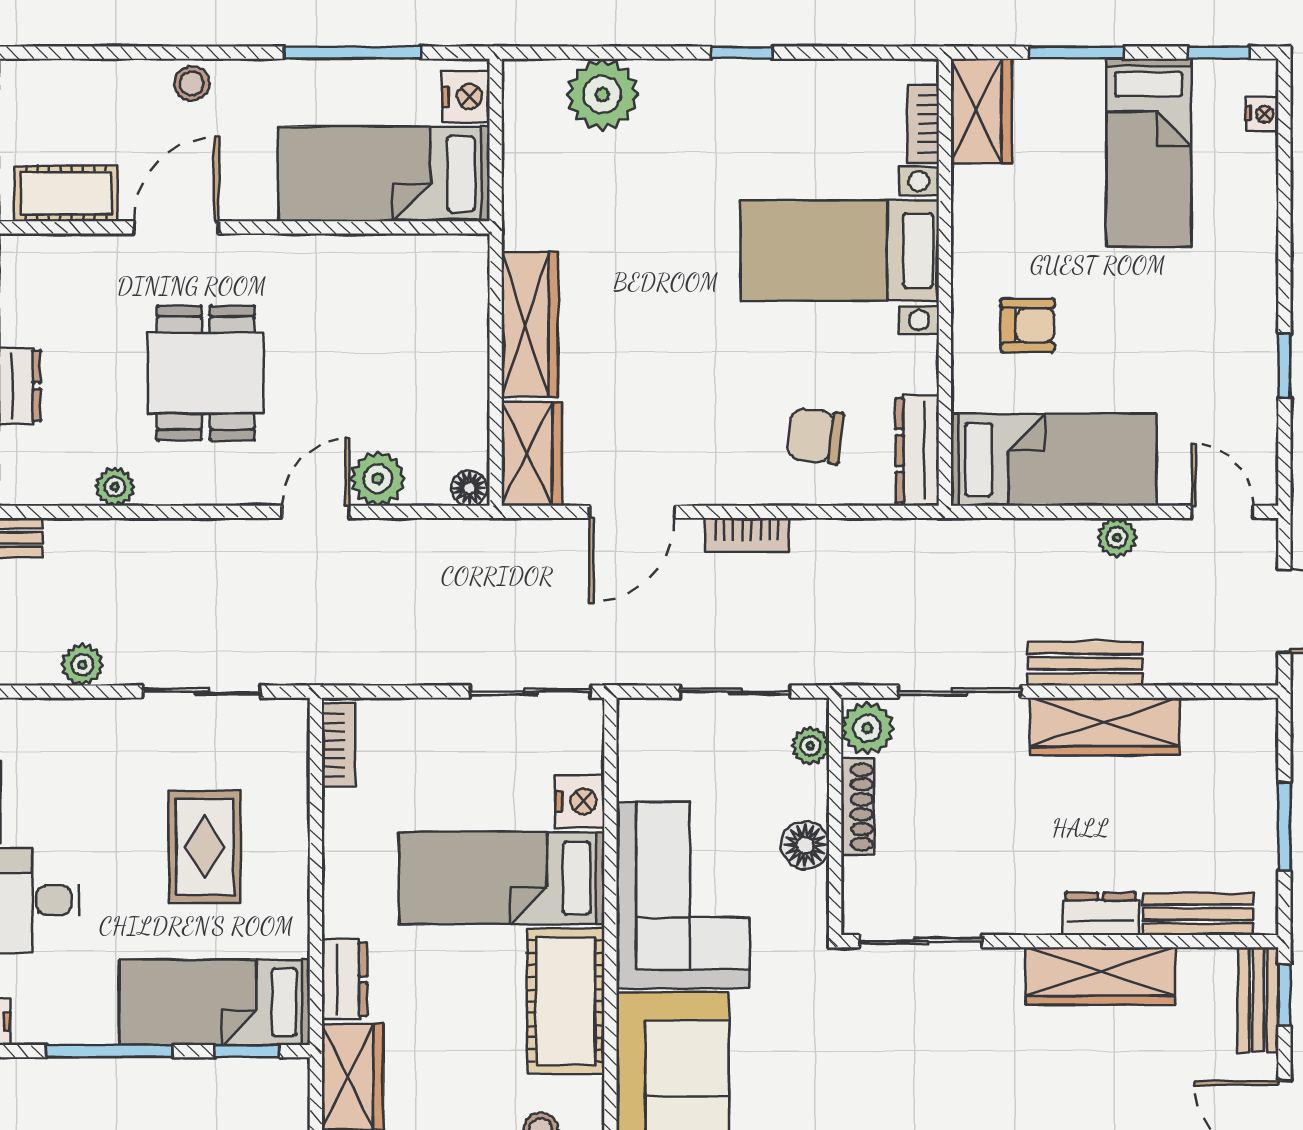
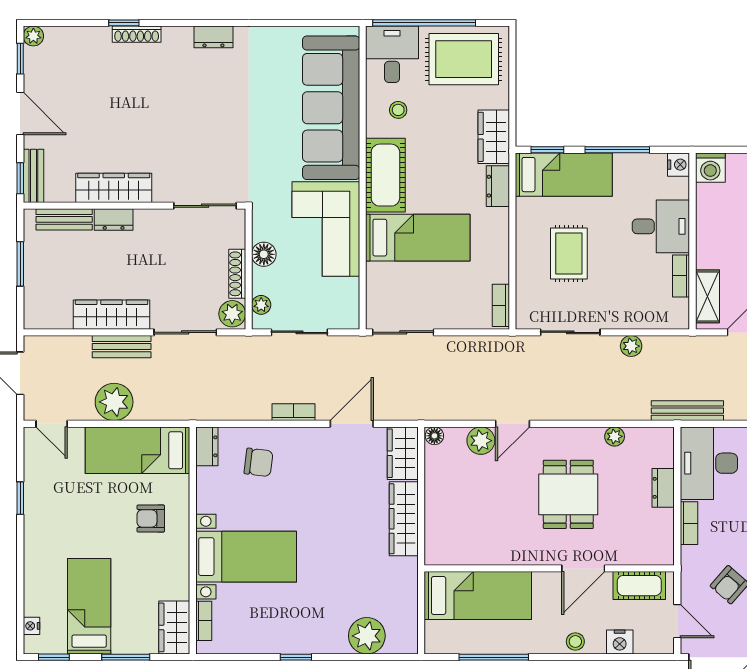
nightstand: (466, 97) -> (620, 642), moved, turned -90
dresser: (917, 451) -> (207, 446), width x0.70
plant: (1117, 538) -> (114, 402), width x1.87, depth x1.87
nightstand: (580, 801) -> (378, 277), removed

